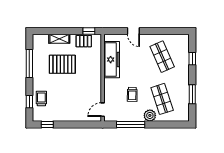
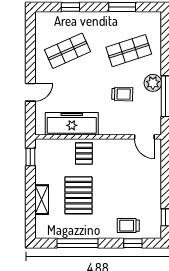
pallet: (84, 41) -> (84, 153), moved
plant: (150, 115) -> (153, 83), moved

